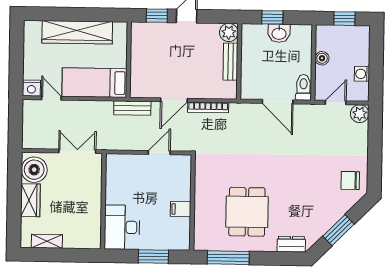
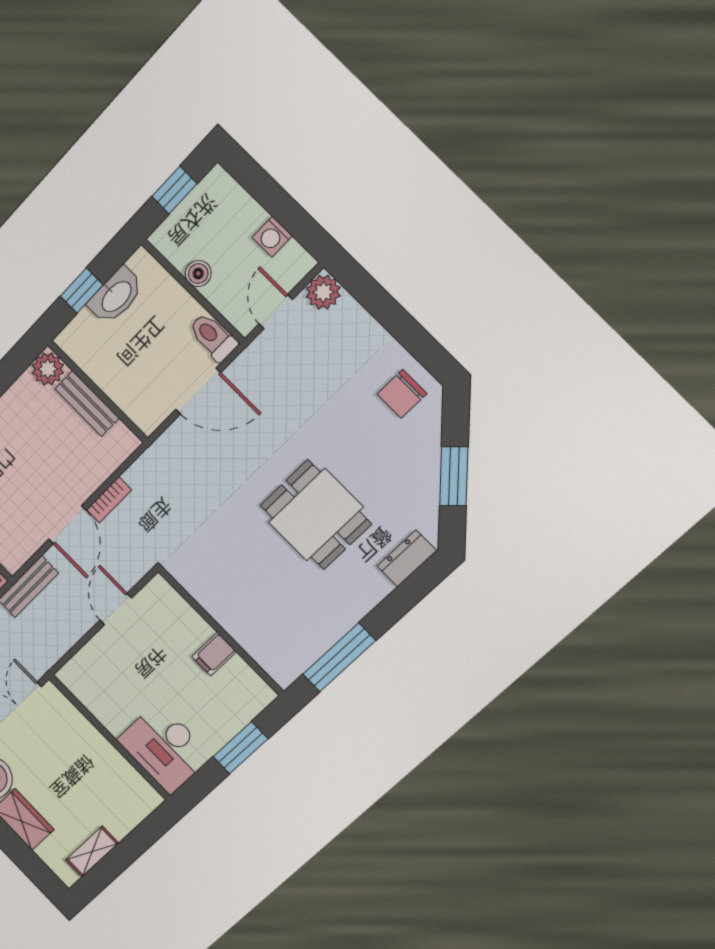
washbasin: (279, 33) -> (116, 296), width x1.38
bookcase: (208, 107) -> (109, 500), width x0.64
dining table: (247, 212) -> (316, 515), moved

